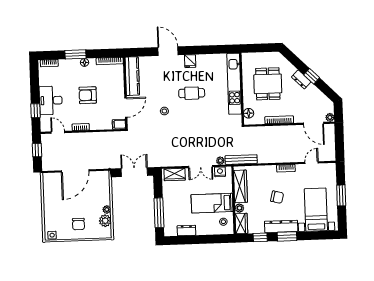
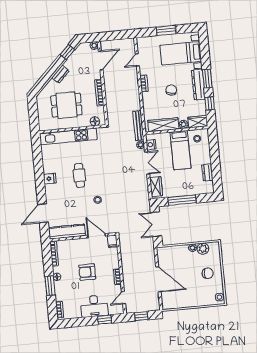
door: (168, 51) -> (43, 213), moved
window: (312, 76) -> (67, 52), moved
armchair: (88, 95) -> (87, 272), turned 90
door: (312, 163) -> (137, 60), hinge flipped
window: (159, 213) -> (182, 200), moved

